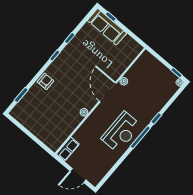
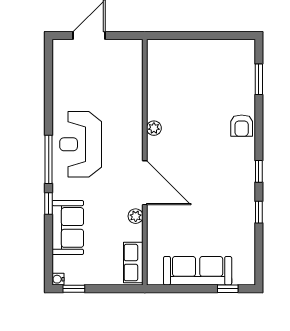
sofa: (107, 27) -> (198, 271), moved
sofa: (157, 101) -> (68, 227), added
row of seats: (68, 149) -> (133, 263), moved

